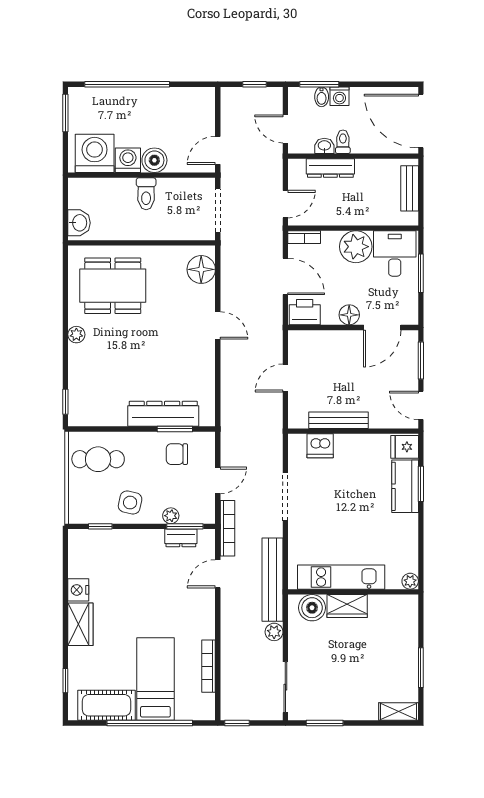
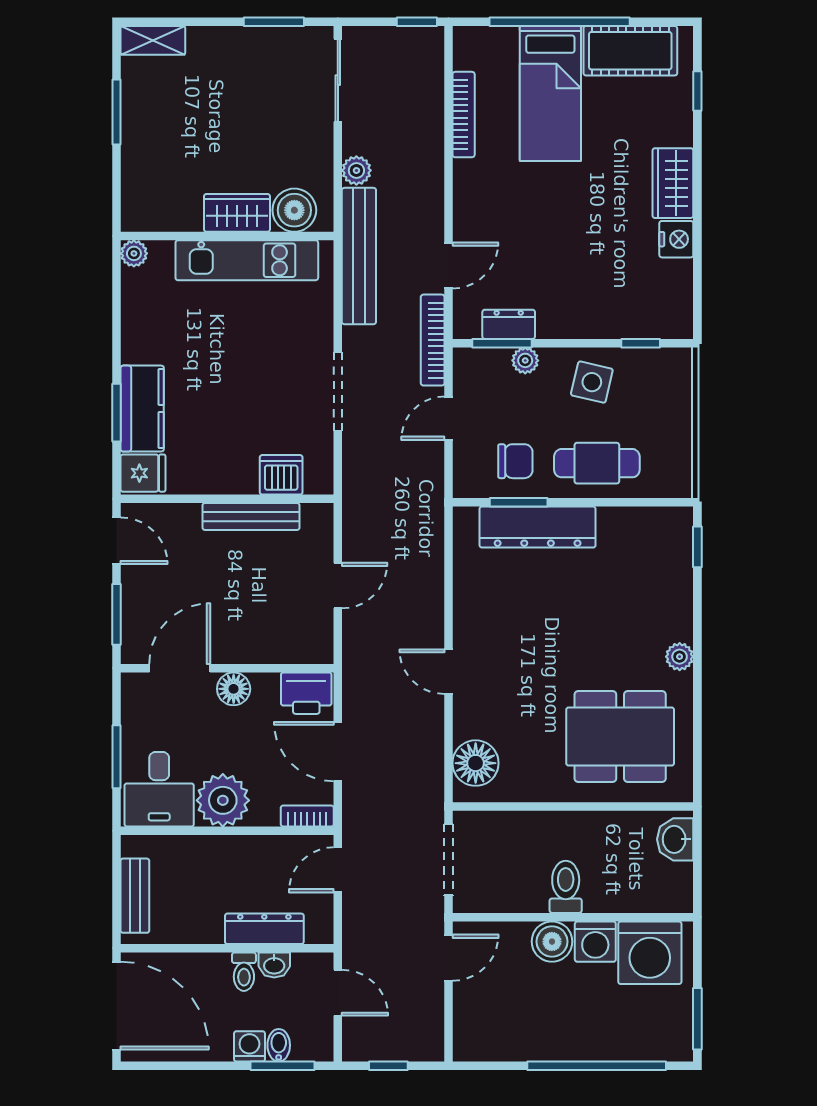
cafe table: (98, 459) -> (597, 463), moved

